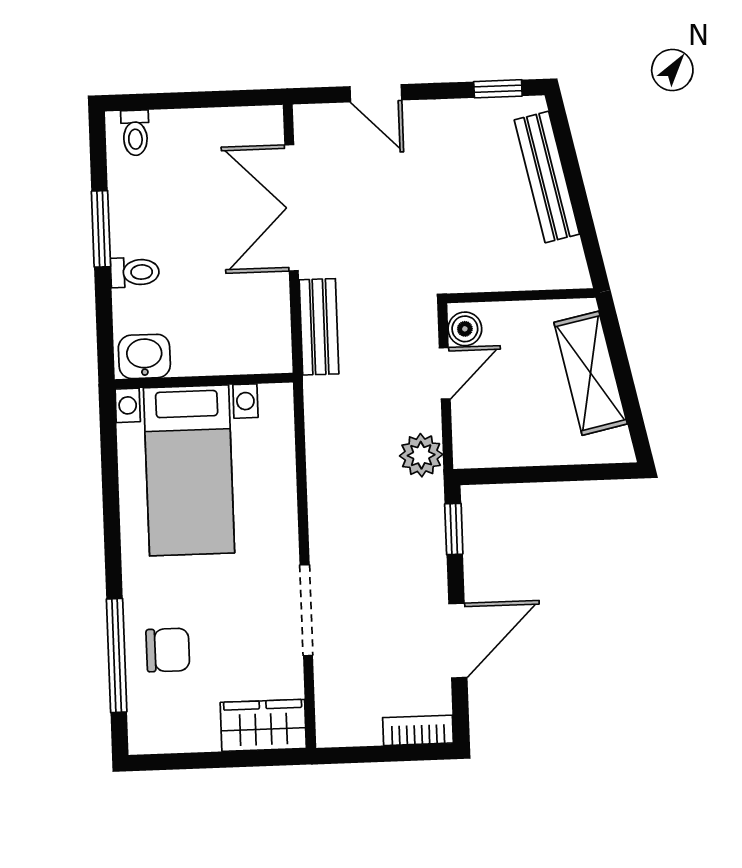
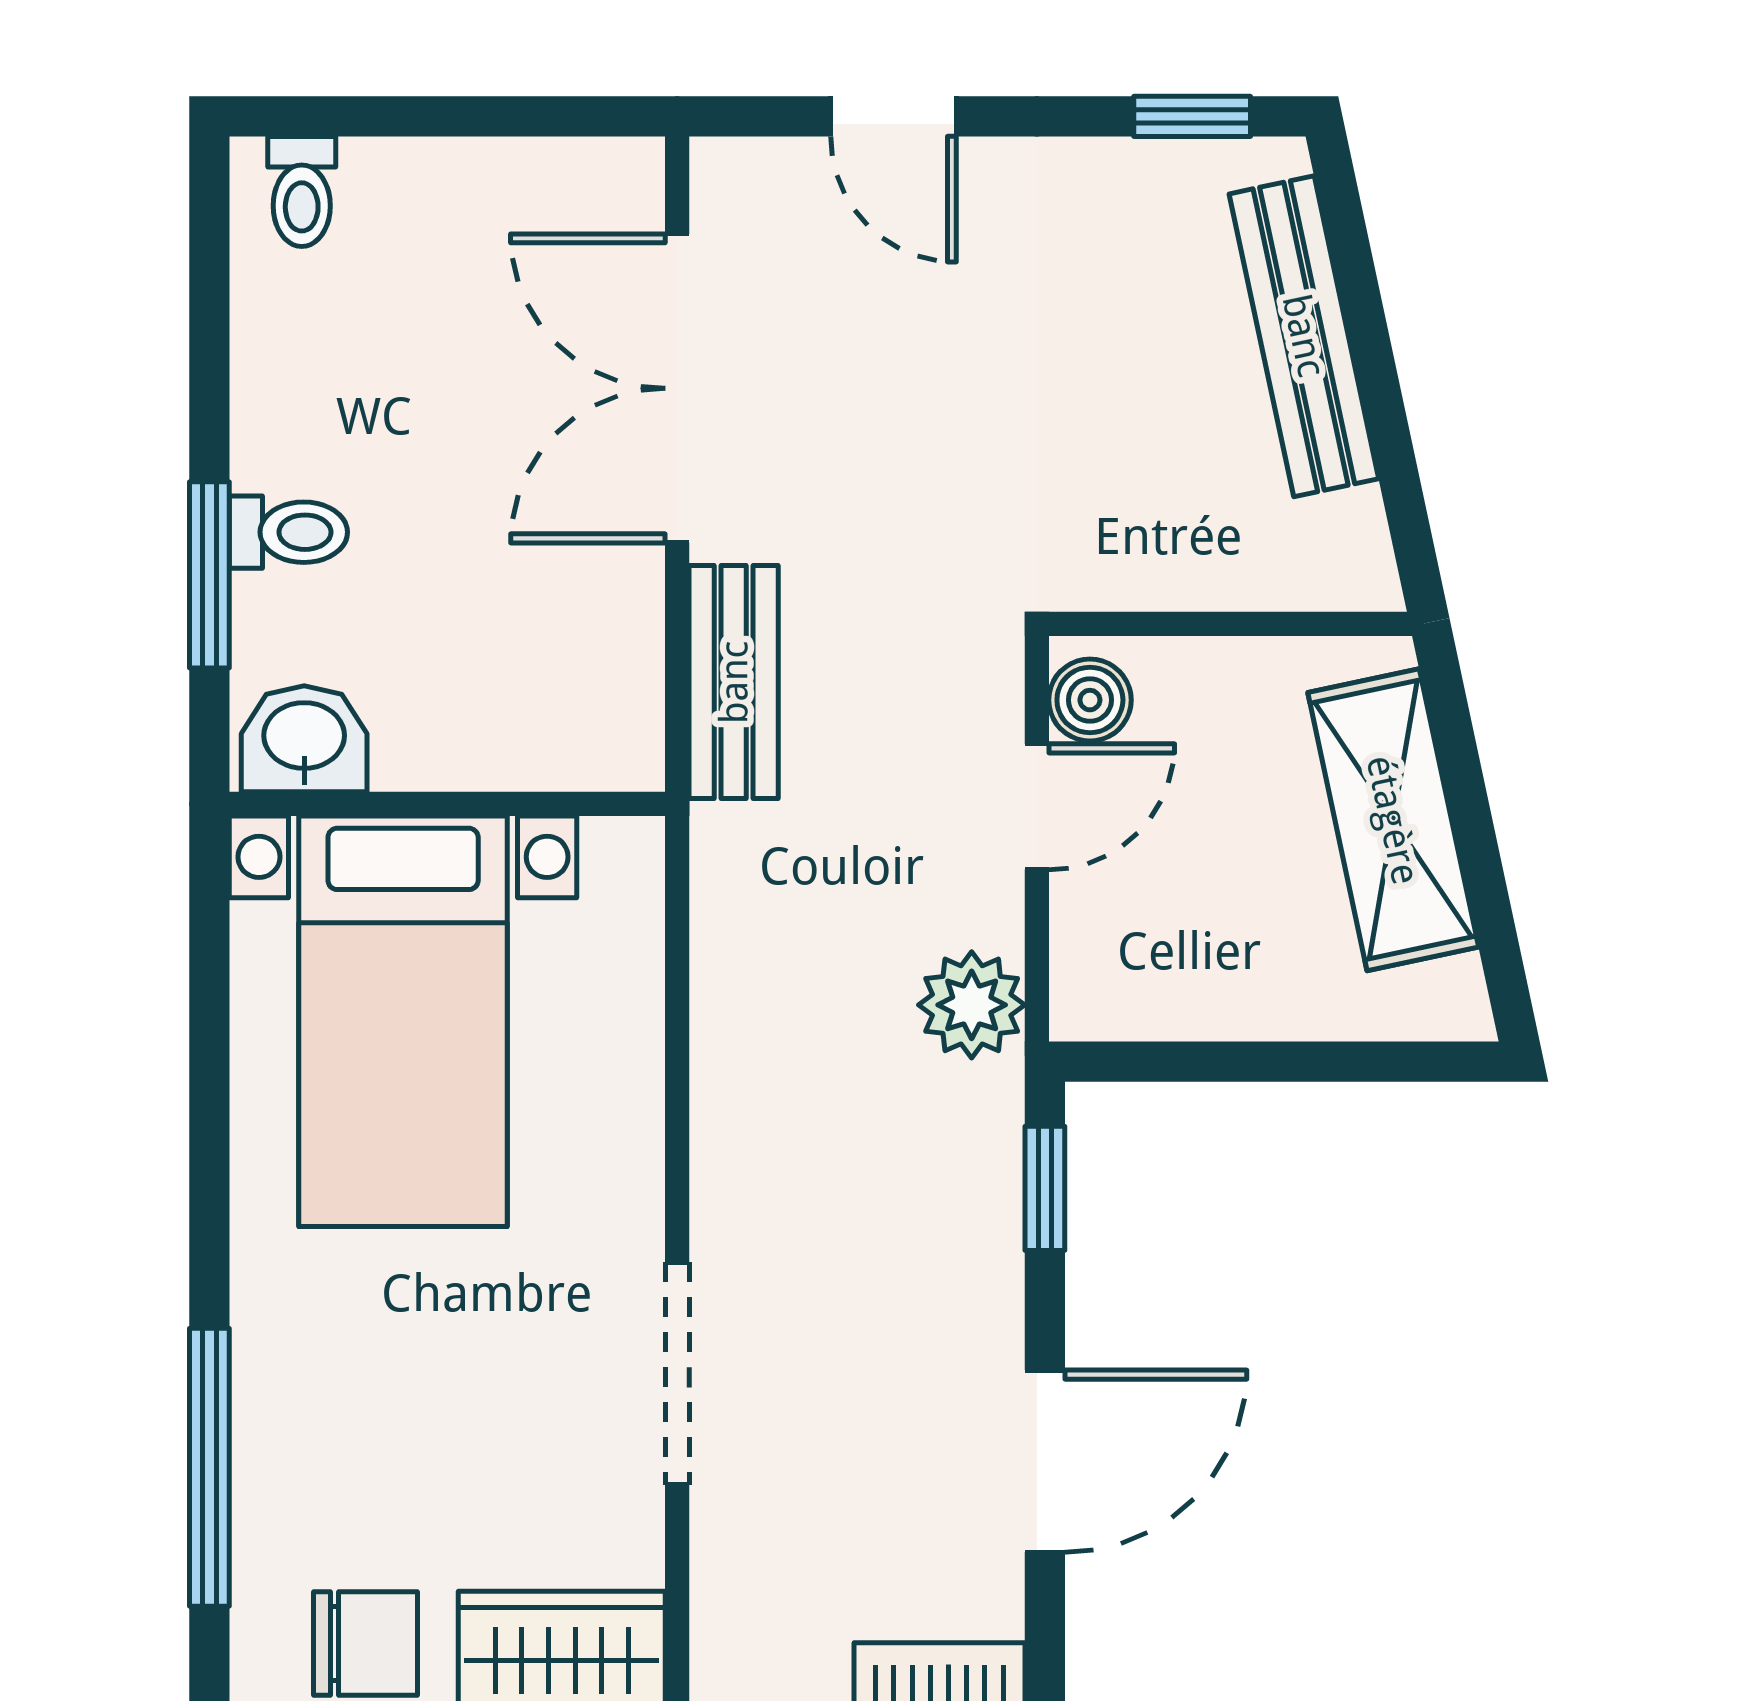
window: (101, 229) -> (209, 575), moved
chair: (168, 650) -> (366, 1643), moved

